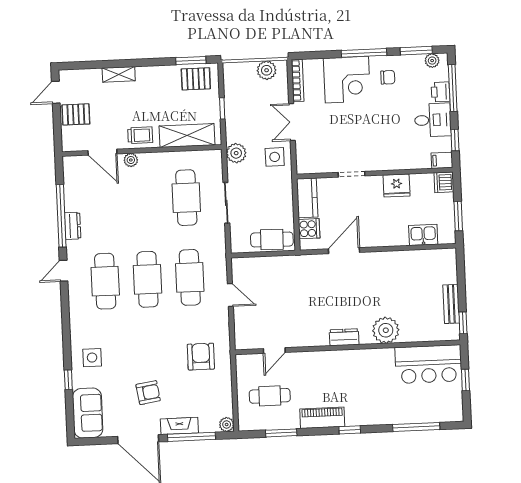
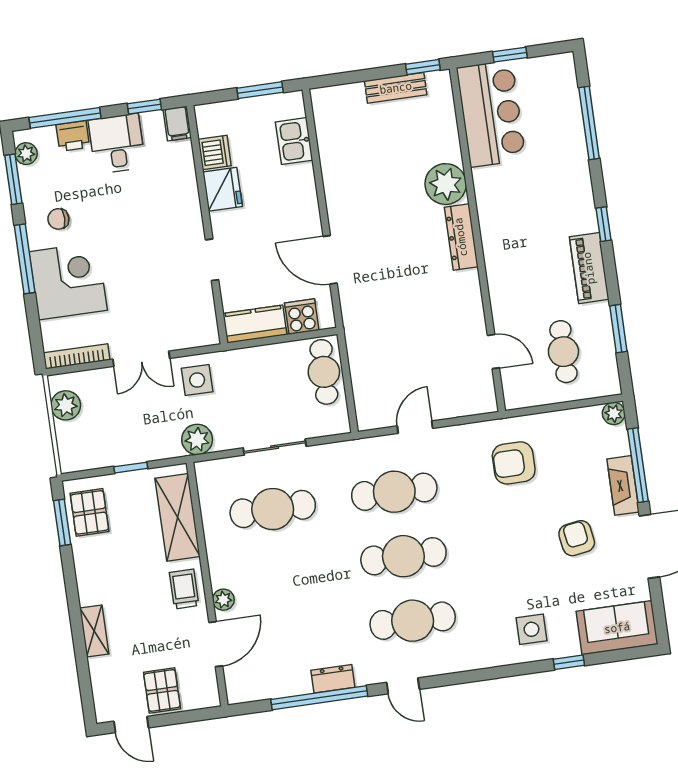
chair: (388, 77) -> (58, 219), turned -90
dishwasher: (444, 182) -> (215, 153), moved, turned -90
dresser: (344, 337) -> (461, 237), width x1.44

